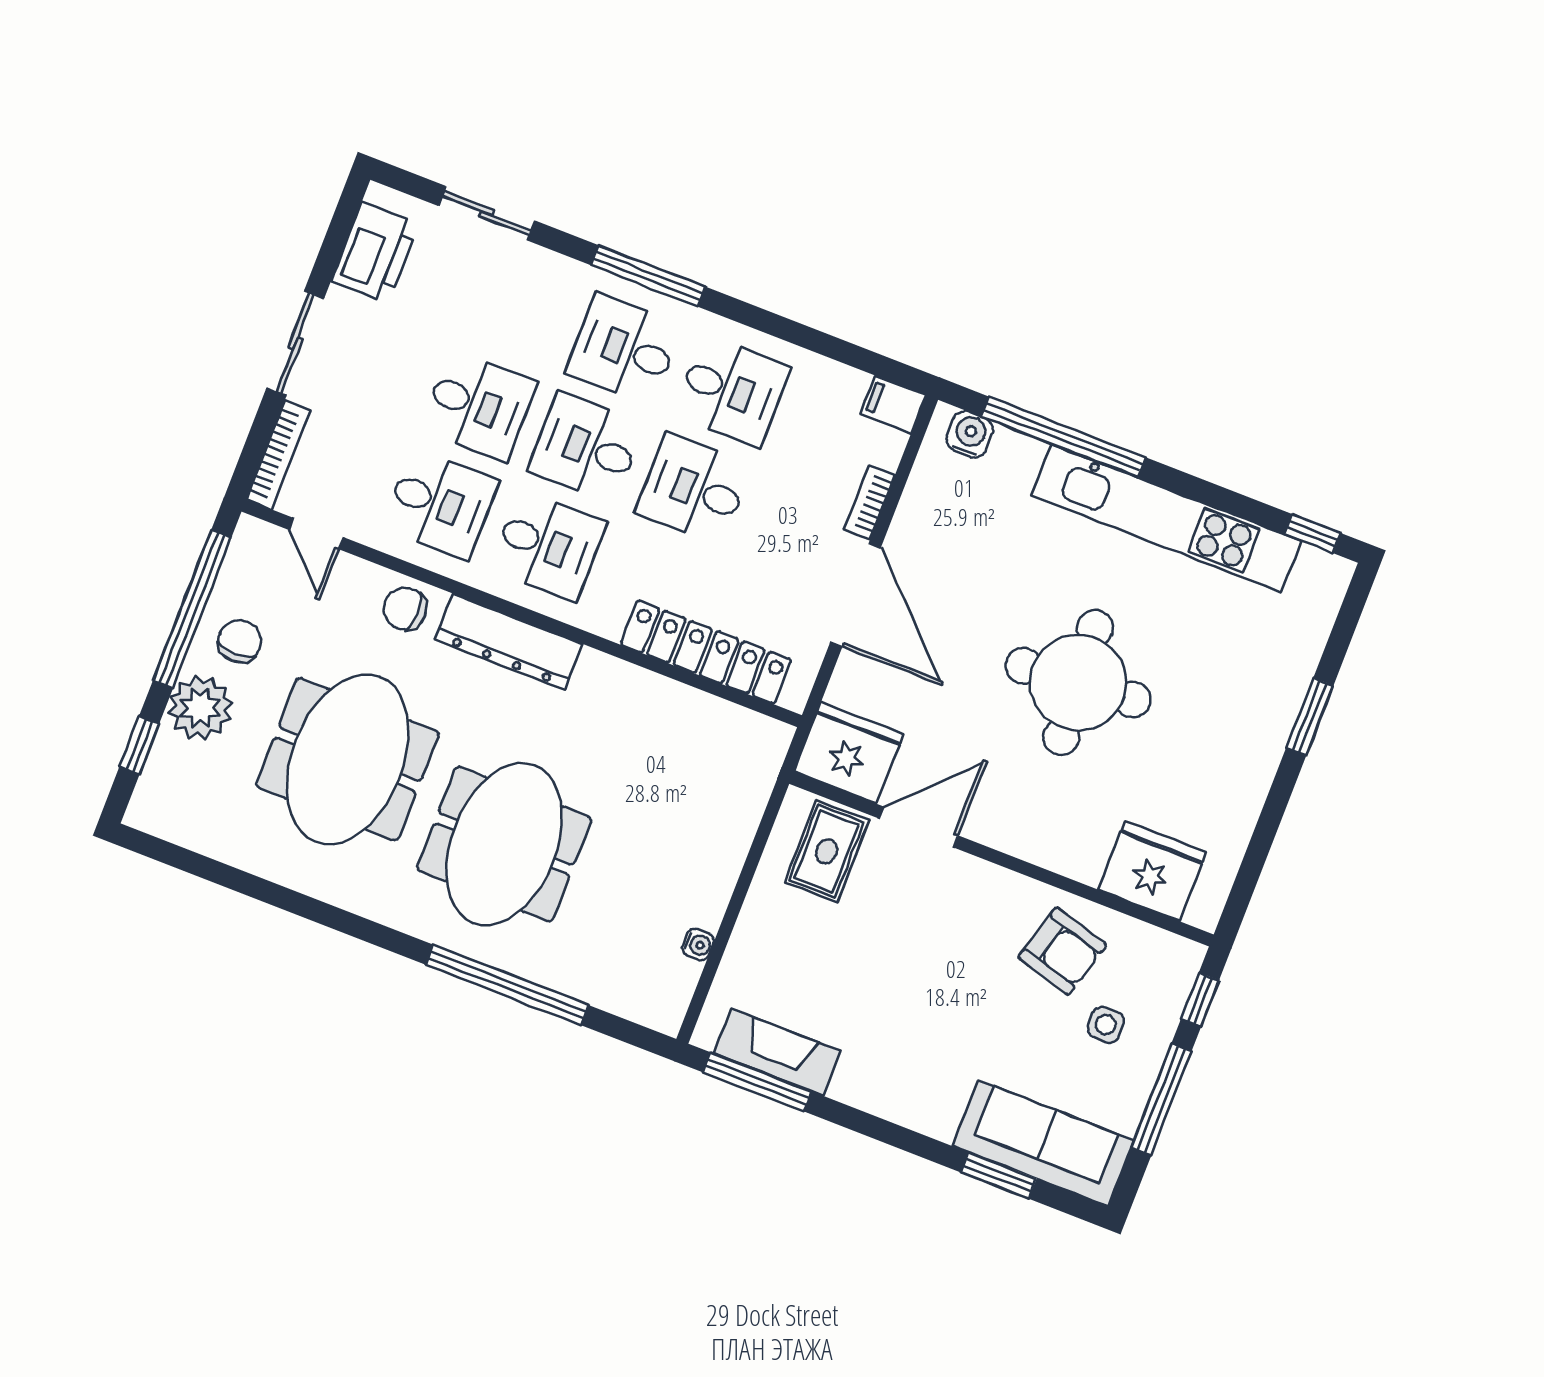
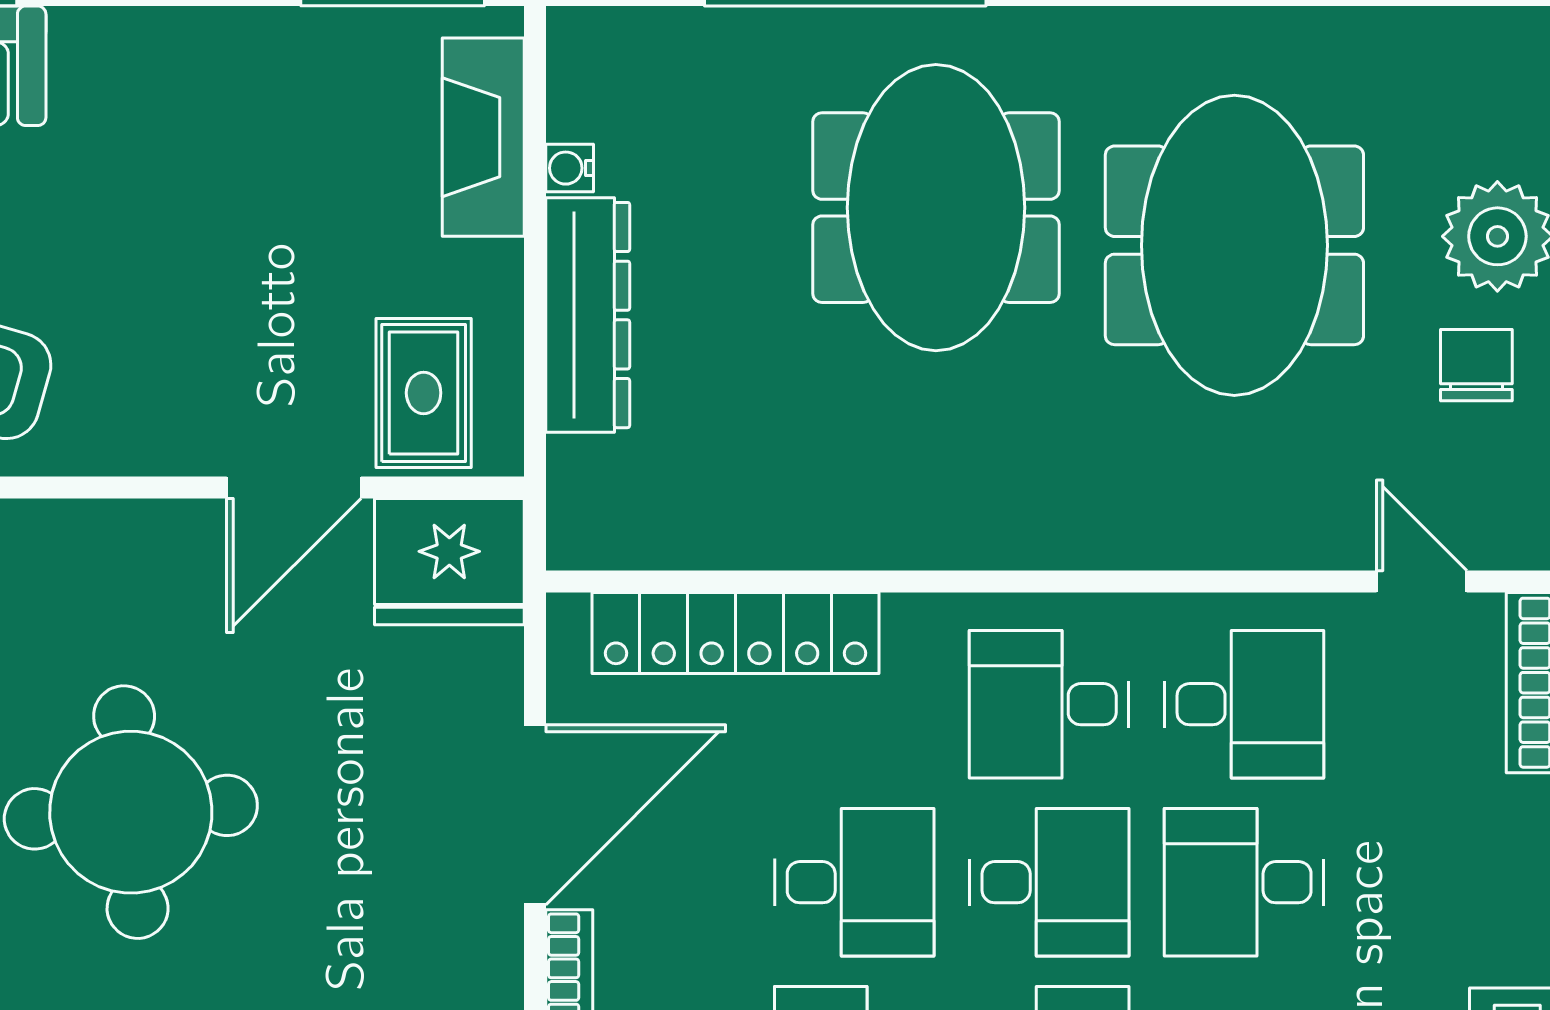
desk: (440, 504) -> (1244, 704), turned 180
door: (856, 595) -> (535, 815), swing flipped
chair: (405, 609) -> (1236, 518), removed
chair: (240, 641) -> (1476, 365), turned 180
dresser: (509, 642) -> (588, 315), moved, turned 90
fireplace: (777, 1052) -> (483, 137), moved, turned 90

